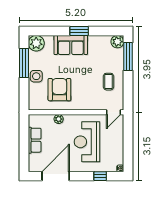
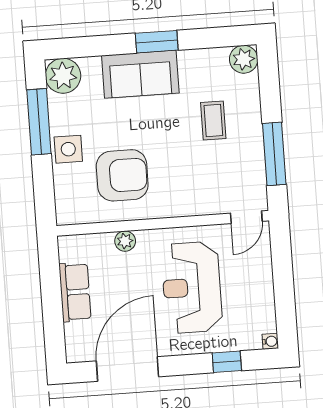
window: (128, 56) -> (274, 154), moved
coffee table: (109, 82) -> (213, 120), moved
armchair: (59, 90) -> (122, 175), turned 90

